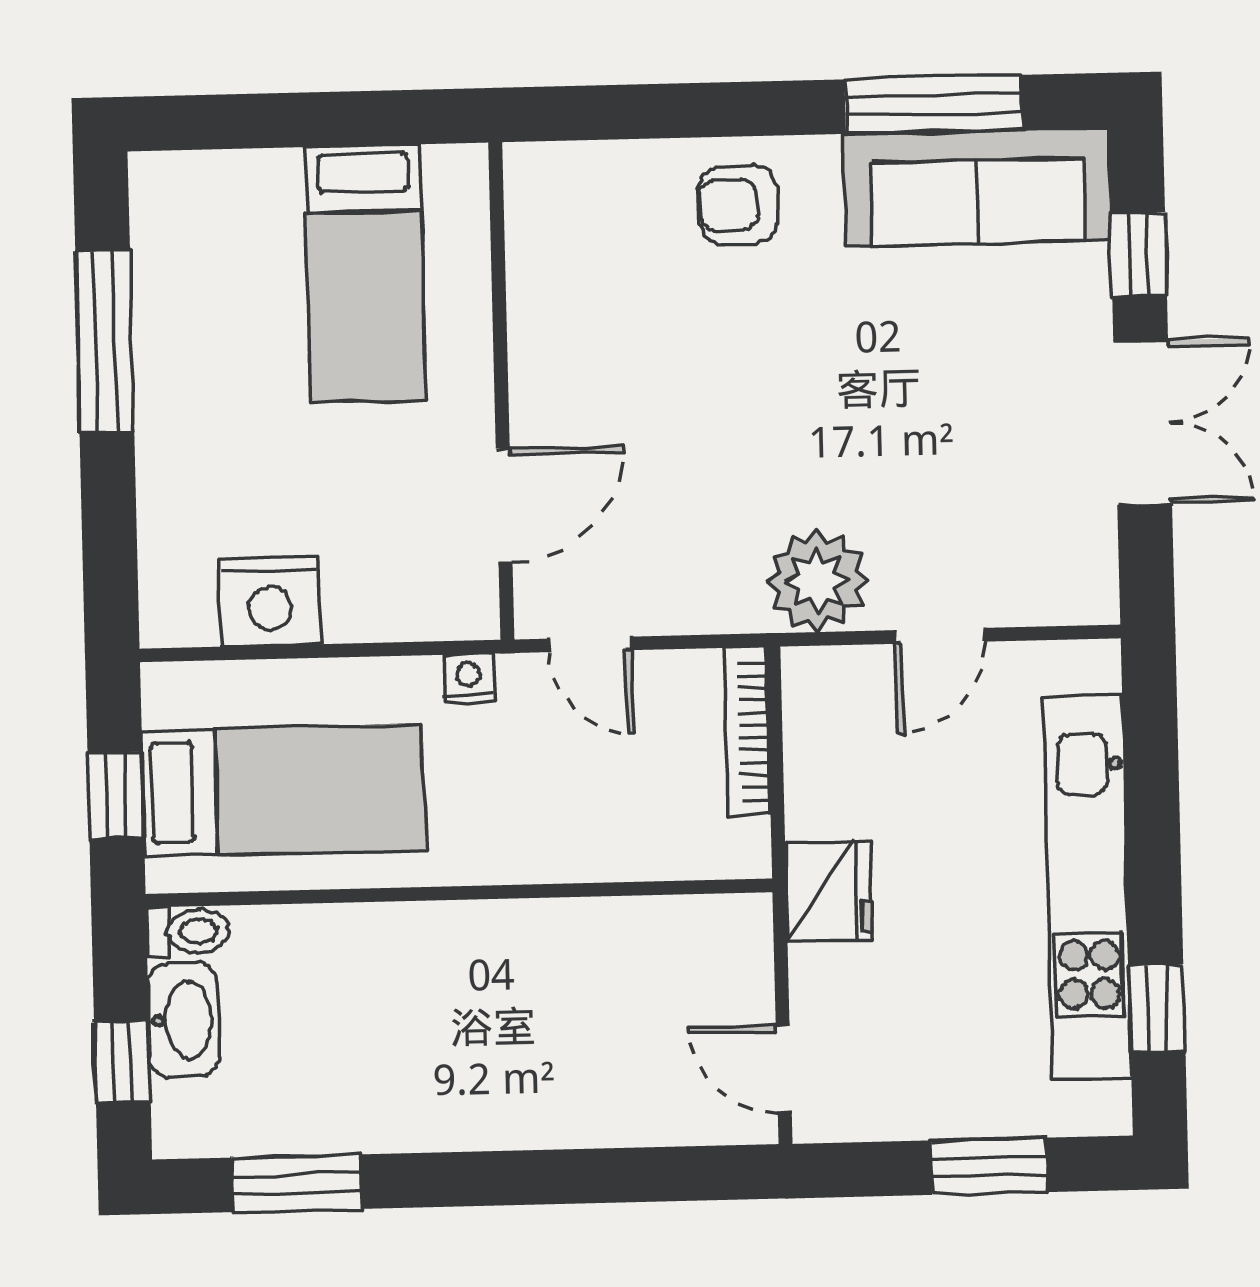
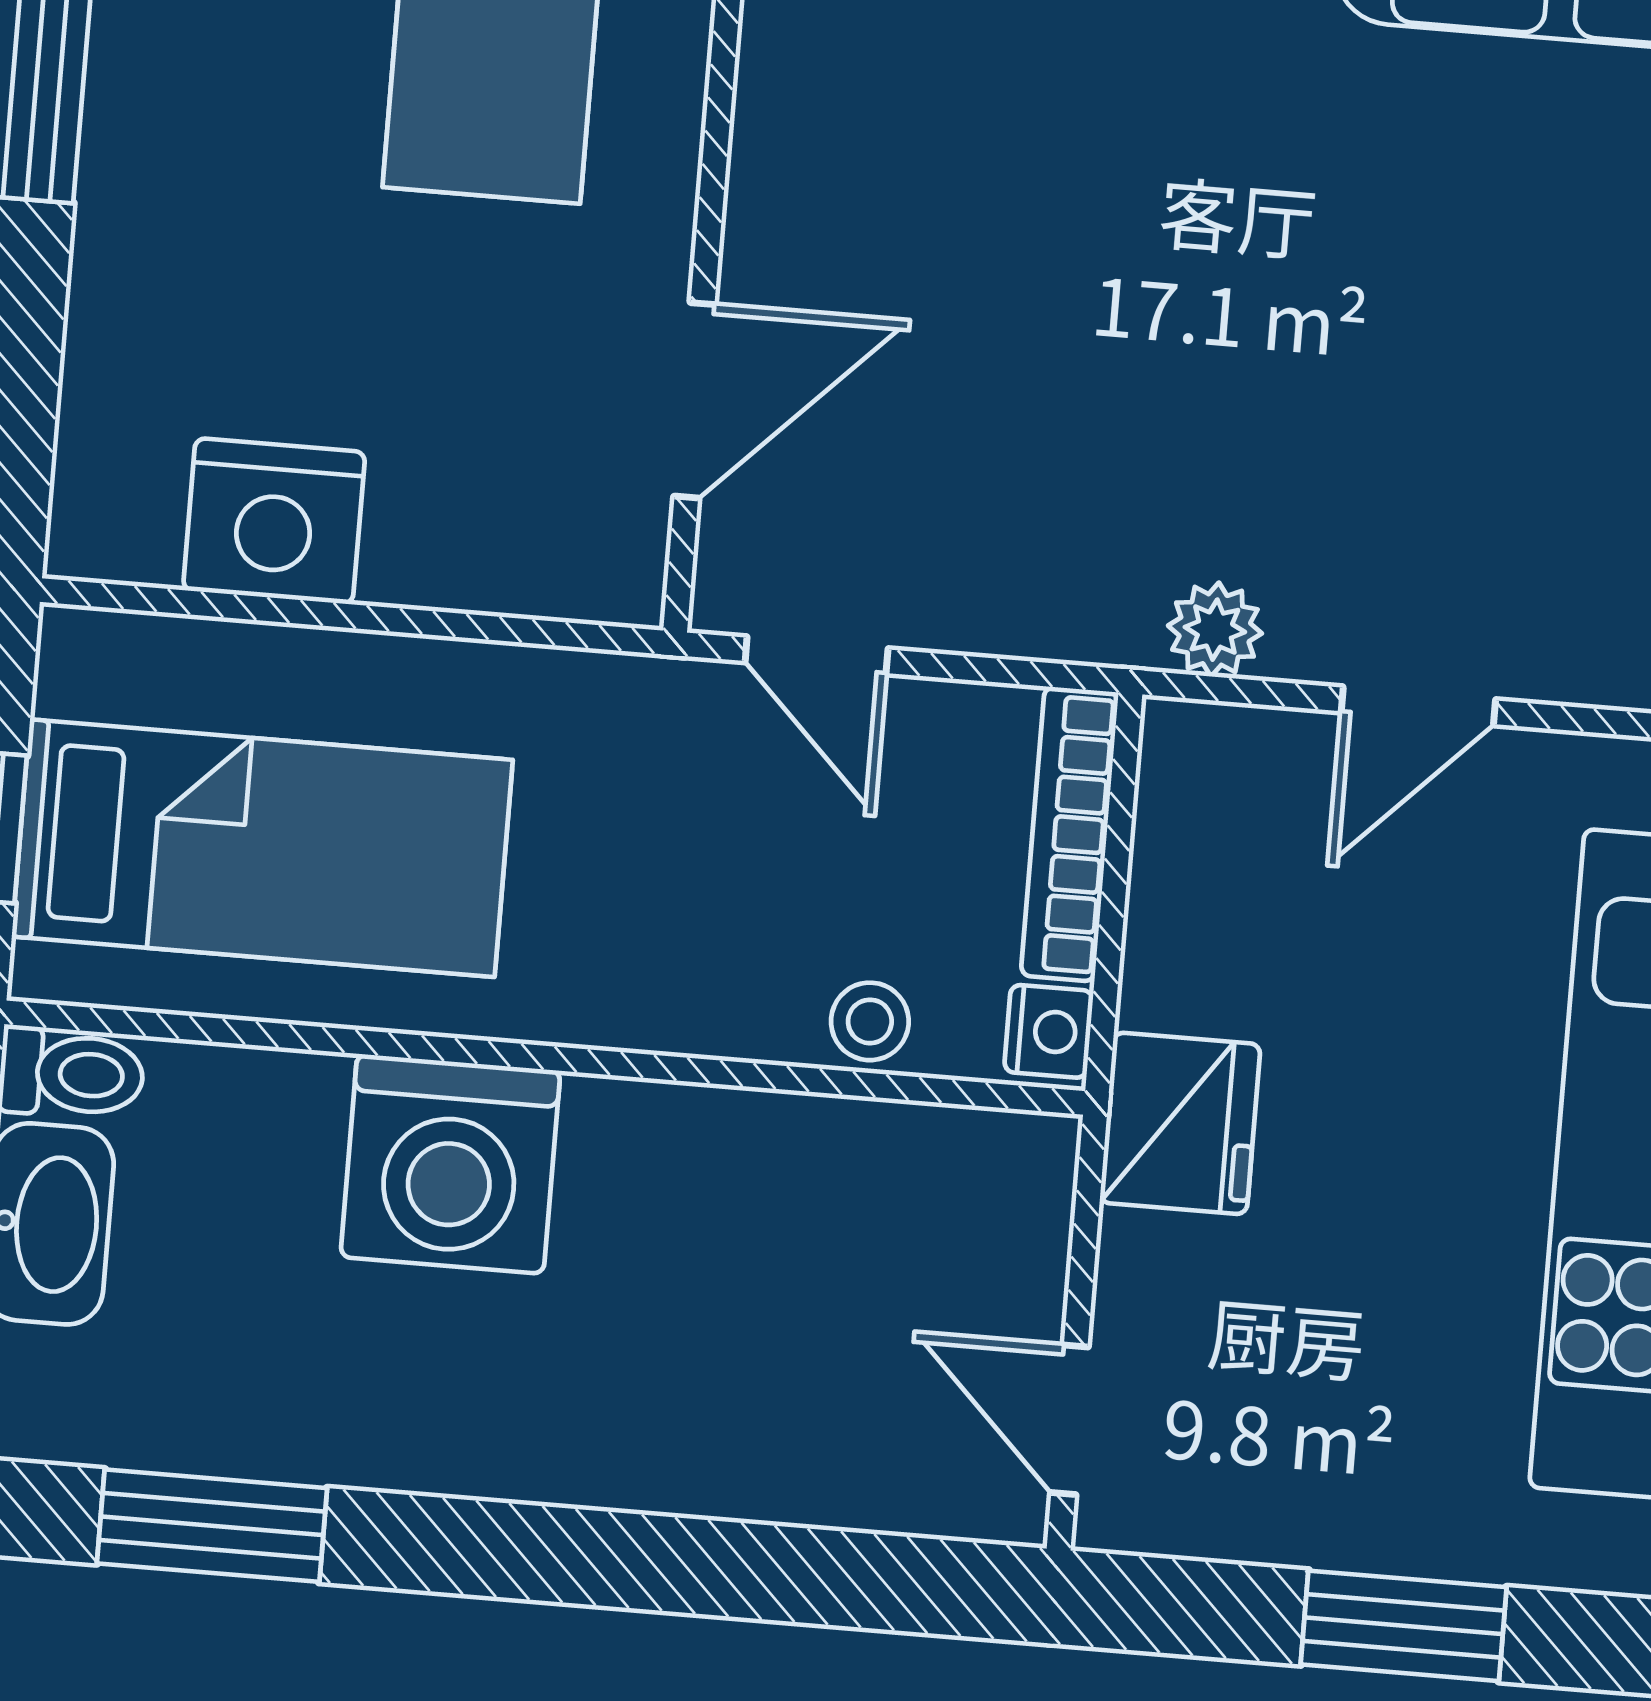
plant: (817, 581) -> (1215, 630), width x0.53, depth x0.53
nightstand: (468, 678) -> (1049, 1031), moved, turned 90
stool: (644, 852) -> (870, 1021), added
washing machine: (411, 960) -> (450, 1164), added

